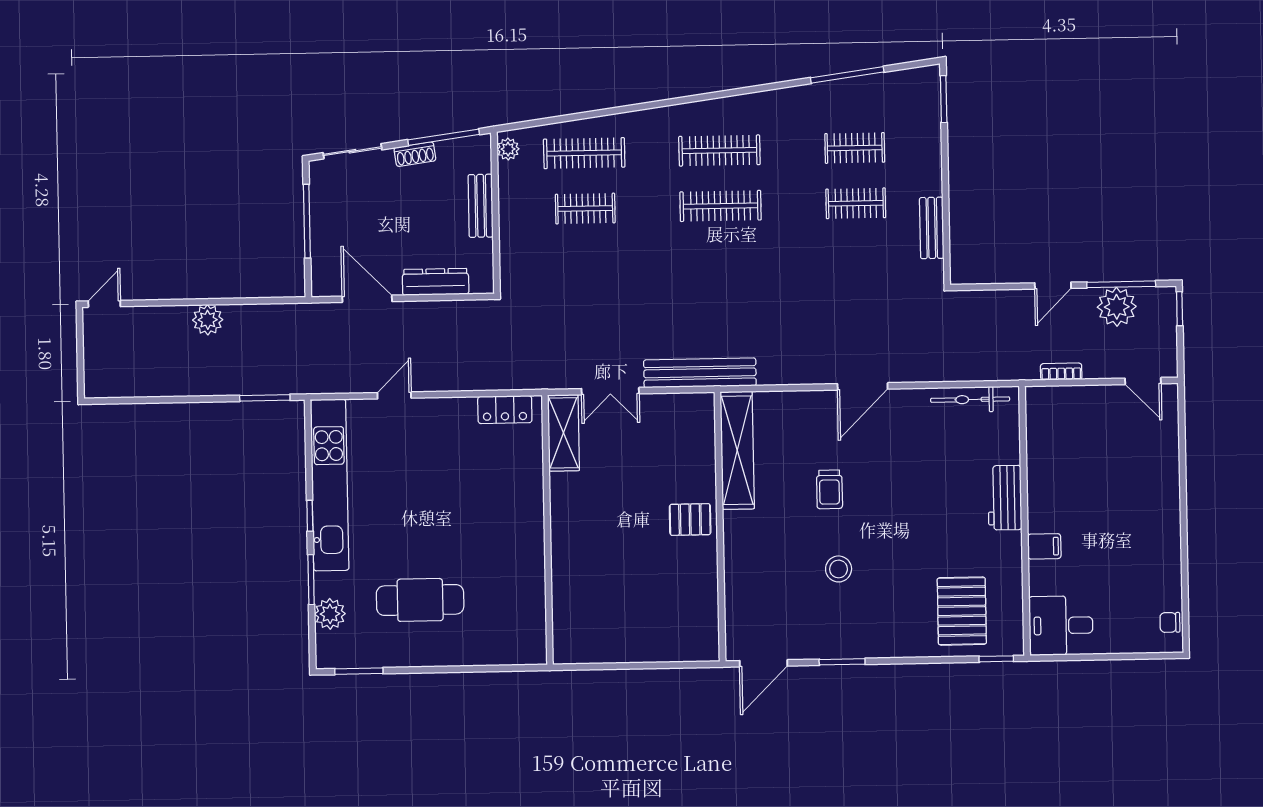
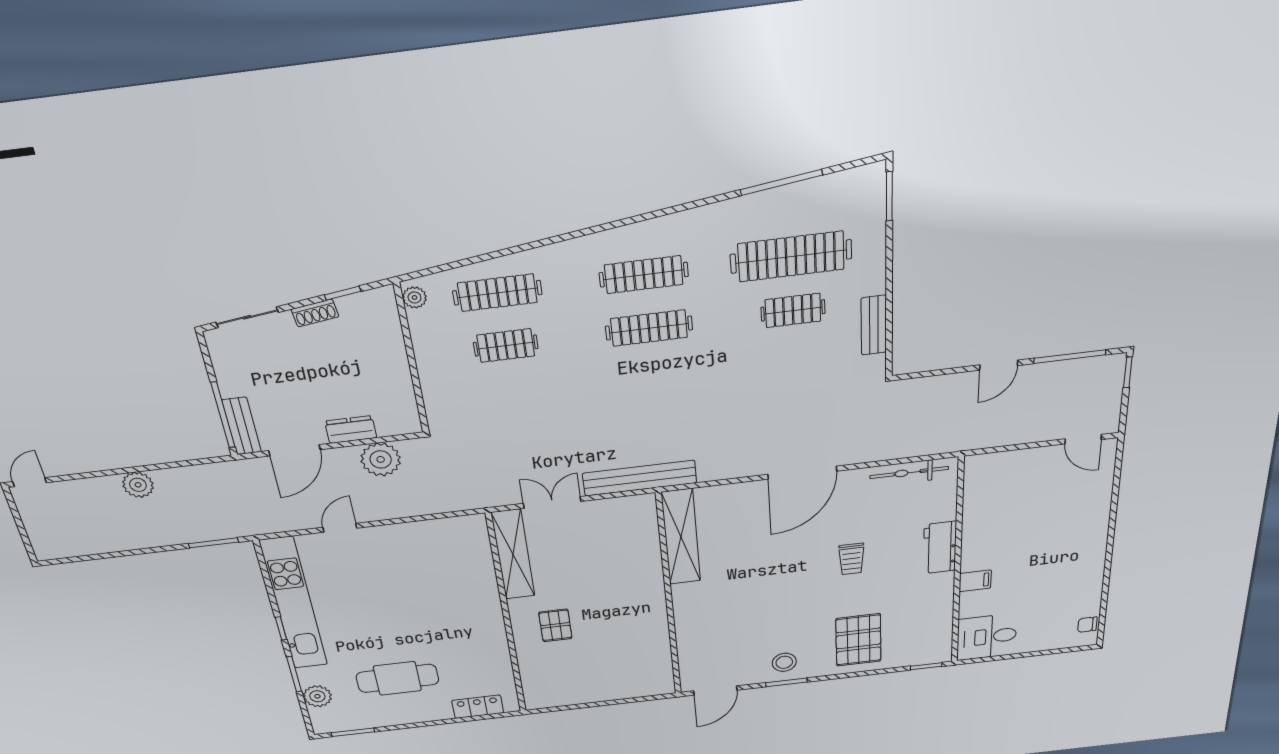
window: (444, 137) -> (343, 293), width x0.46
clothes rail: (855, 148) -> (791, 256), width x1.86, depth x1.31
bench: (481, 206) -> (242, 426), moved
window: (307, 221) -> (223, 415), moved
dresser: (435, 282) -> (351, 429), width x0.70
door: (367, 299) -> (294, 450), swing flipped
plant: (1117, 307) -> (381, 459), moved
bookcase: (1061, 372) -> (1002, 440), removed
door: (863, 386) -> (802, 473), width x1.36
double door: (610, 391) -> (552, 502), swing flipped
locker: (505, 410) -> (478, 707), moved, turned 180
shelving: (563, 433) -> (513, 555), width x1.47
trolley: (829, 489) -> (851, 559), moved
pallet: (690, 519) -> (555, 625), moved, turned 90
stool: (839, 569) -> (784, 662), moved
pallet: (962, 611) -> (858, 640), moved

